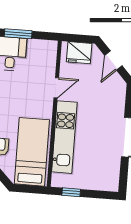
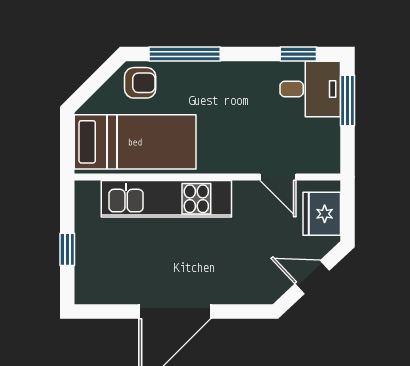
door: (56, 88) -> (278, 177), moved
window: (71, 192) -> (67, 249), moved

